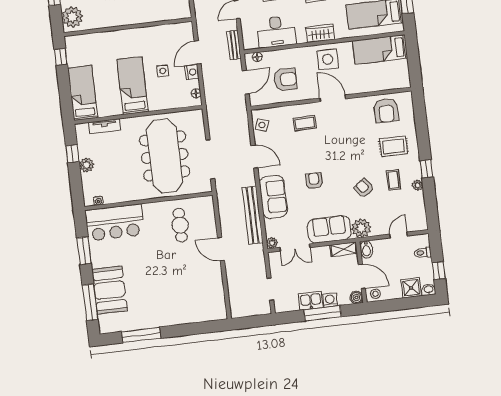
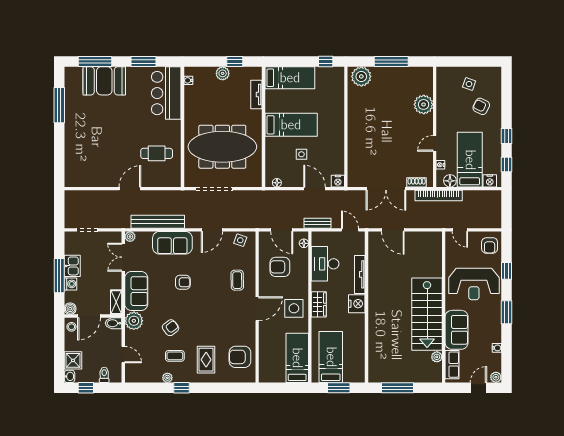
nightstand: (192, 72) -> (338, 181), moved
armchair: (285, 79) -> (280, 267), turned 90

